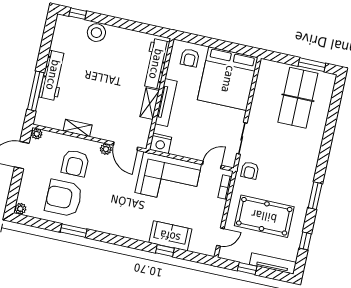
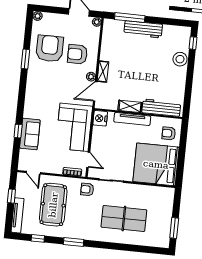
table tennis table: (298, 98) -> (124, 218), moved
shelving: (78, 128) -> (103, 72), moved

